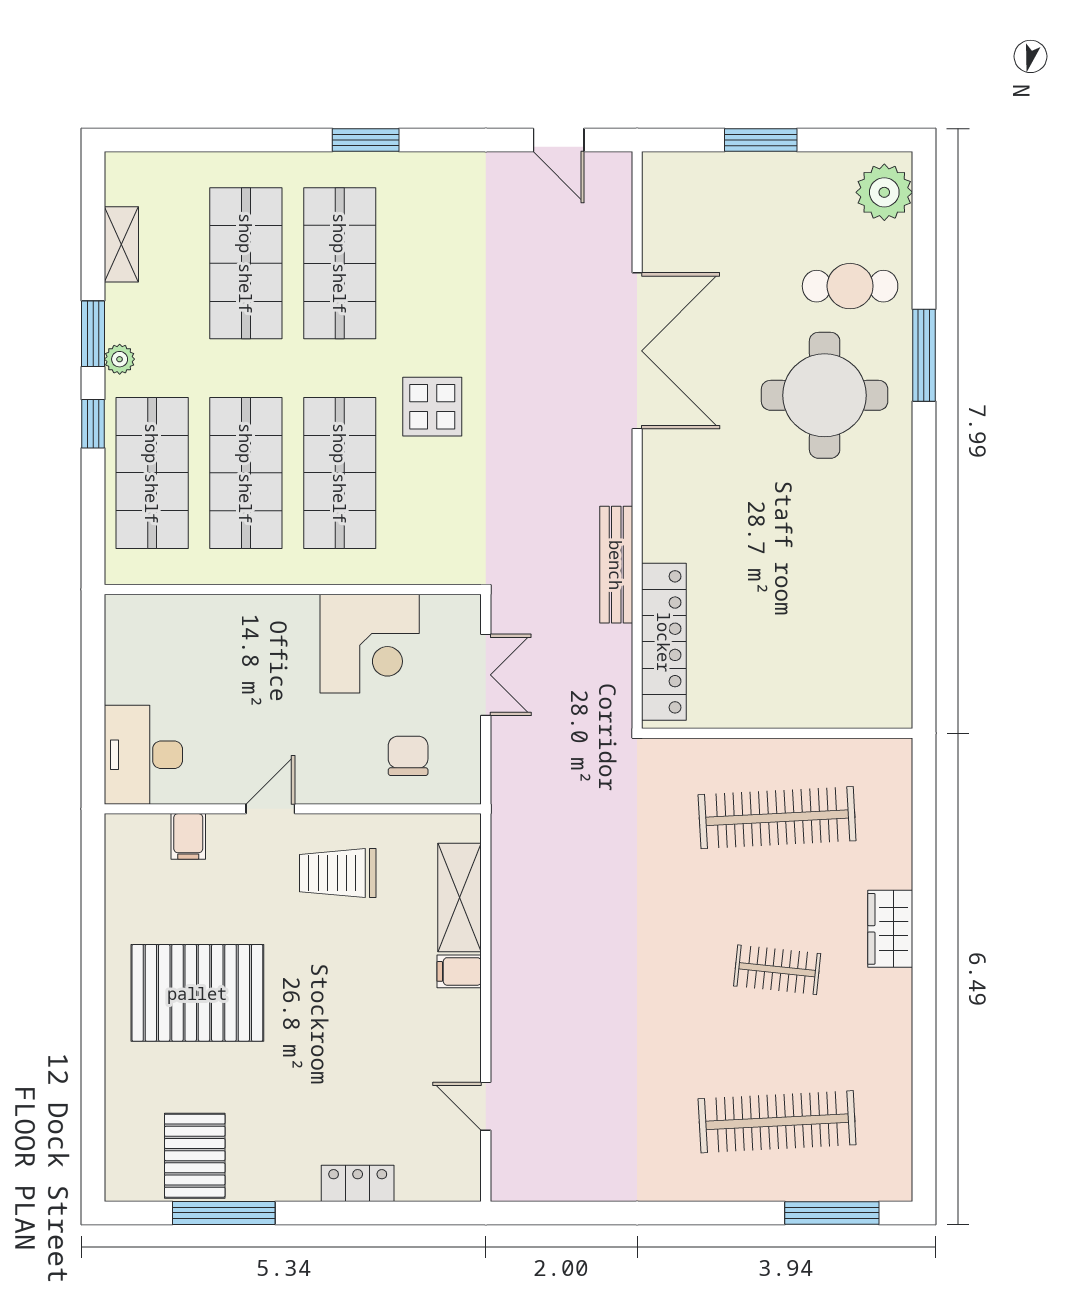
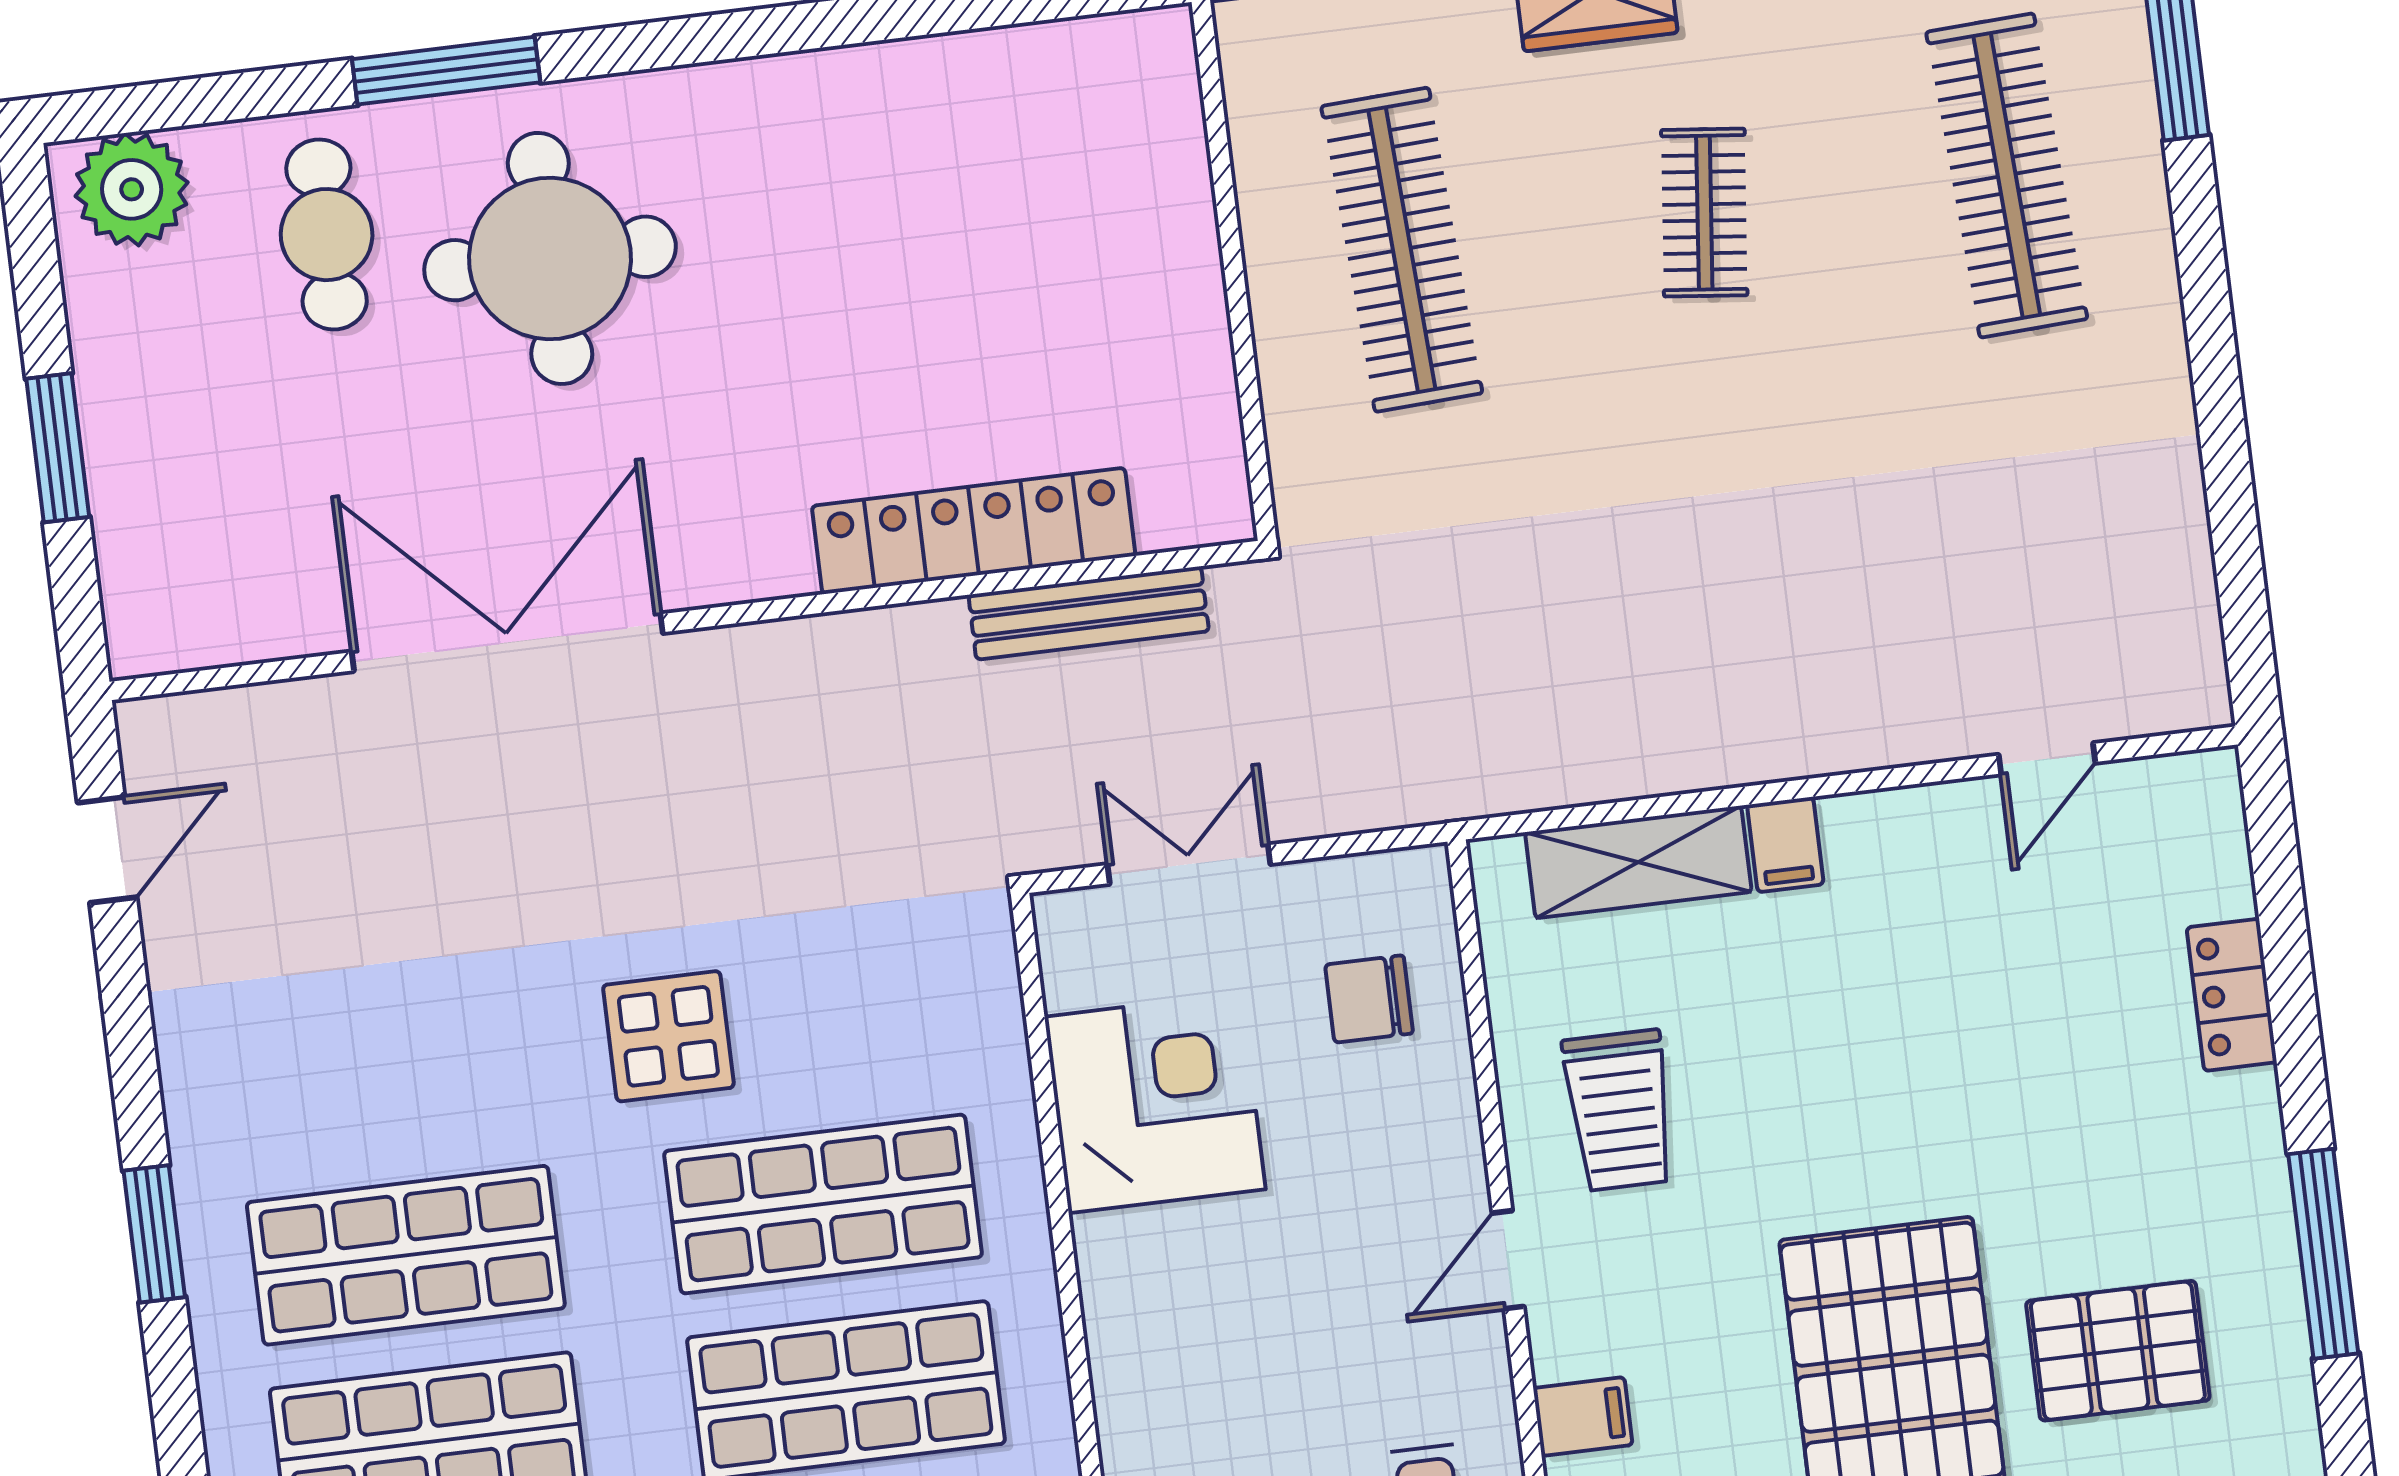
bench: (616, 565) -> (1089, 613), moved
locker: (664, 642) -> (974, 531), moved
door: (270, 809) -> (1508, 1260), hinge flipped
pallet: (195, 1156) -> (2118, 1351), moved

